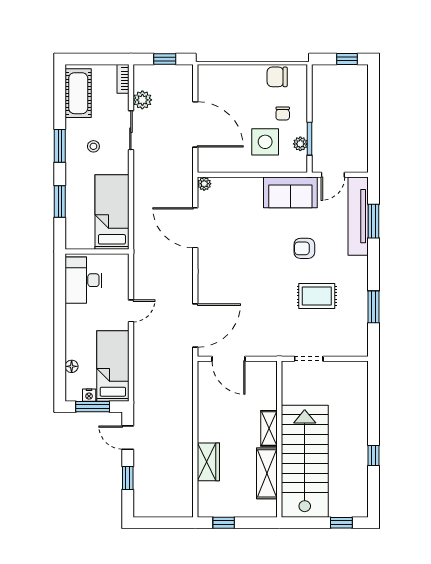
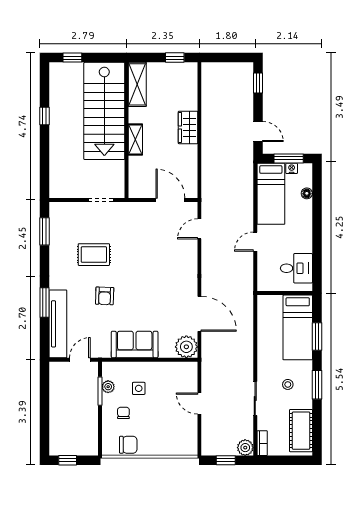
plant: (142, 100) -> (245, 448), moved
door: (195, 124) -> (199, 404), width x0.53
side table: (265, 142) -> (139, 388), width x0.54, depth x0.54
plant: (204, 184) -> (186, 347), width x1.87, depth x1.87
sofa: (290, 192) -> (135, 344), moved
bed: (112, 212) -> (298, 327), moved
window: (374, 221) -> (45, 302), moved
armchair: (304, 248) -> (105, 296), turned 92
desk: (84, 280) -> (296, 268), width x0.73
window: (374, 307) -> (45, 231), moved
door: (195, 325) -> (199, 229), width x0.53
wardrobe: (208, 462) -> (188, 127), moved
shelving: (267, 473) -> (137, 84), moved
window: (128, 478) -> (258, 83), moved

